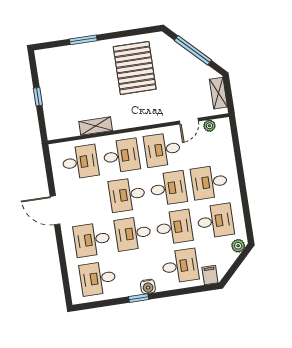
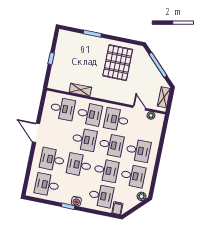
door: (189, 121) -> (139, 108), swing flipped
desk: (209, 182) -> (138, 150), turned 180
desk: (127, 195) -> (84, 139), turned 180

